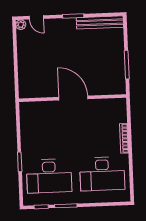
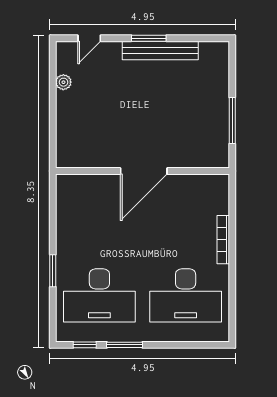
door: (36, 17) -> (89, 38), hinge flipped
bench: (100, 22) -> (160, 50), moved
plant: (21, 25) -> (63, 82), moved
door: (73, 98) -> (144, 171), swing flipped

